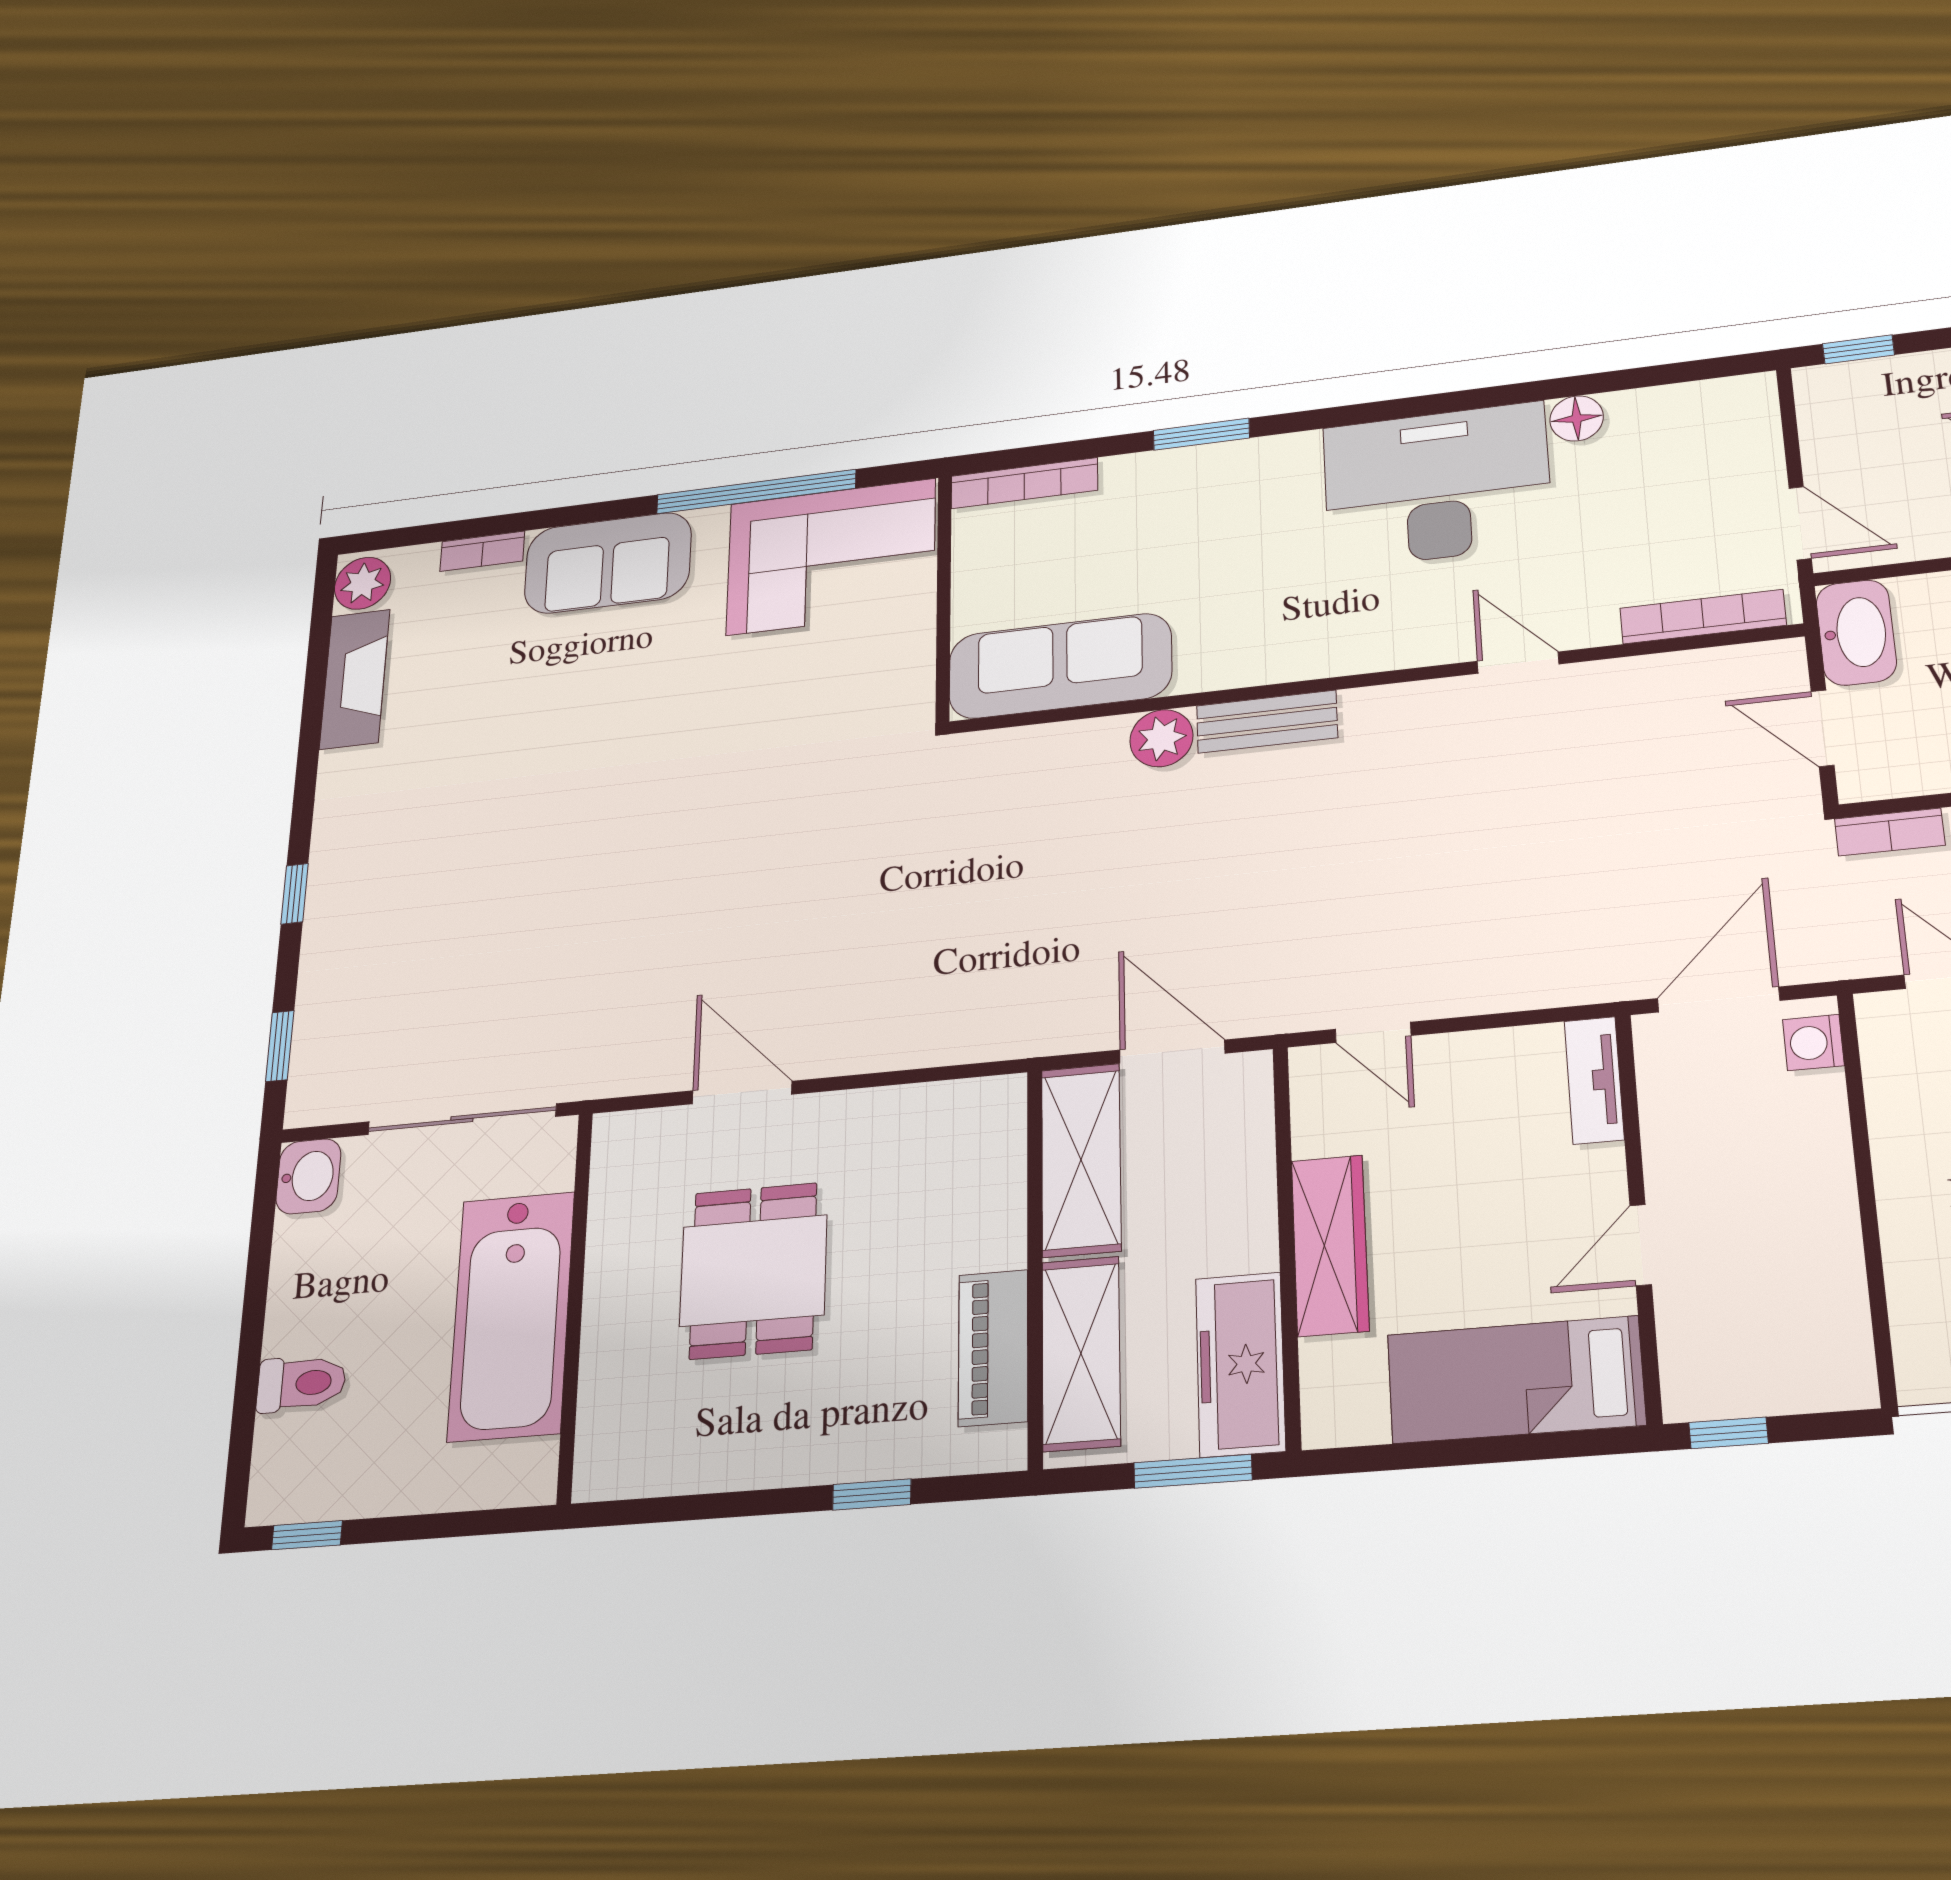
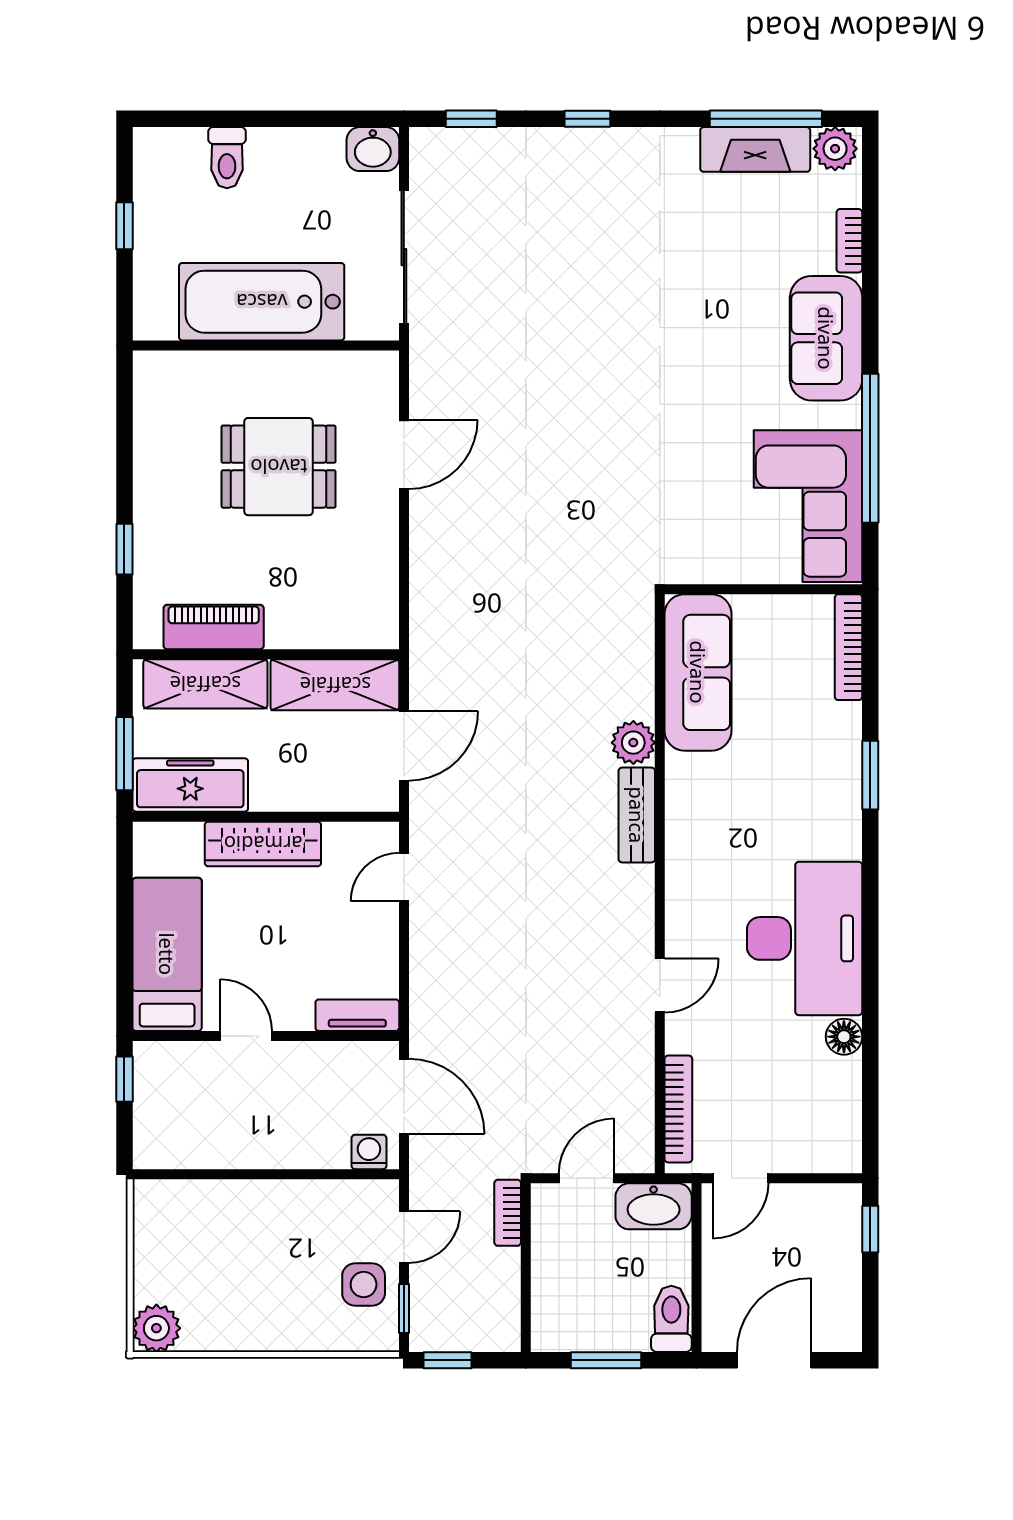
window: (316, 671) -> (766, 119), added
window: (307, 1535) -> (124, 226), moved

